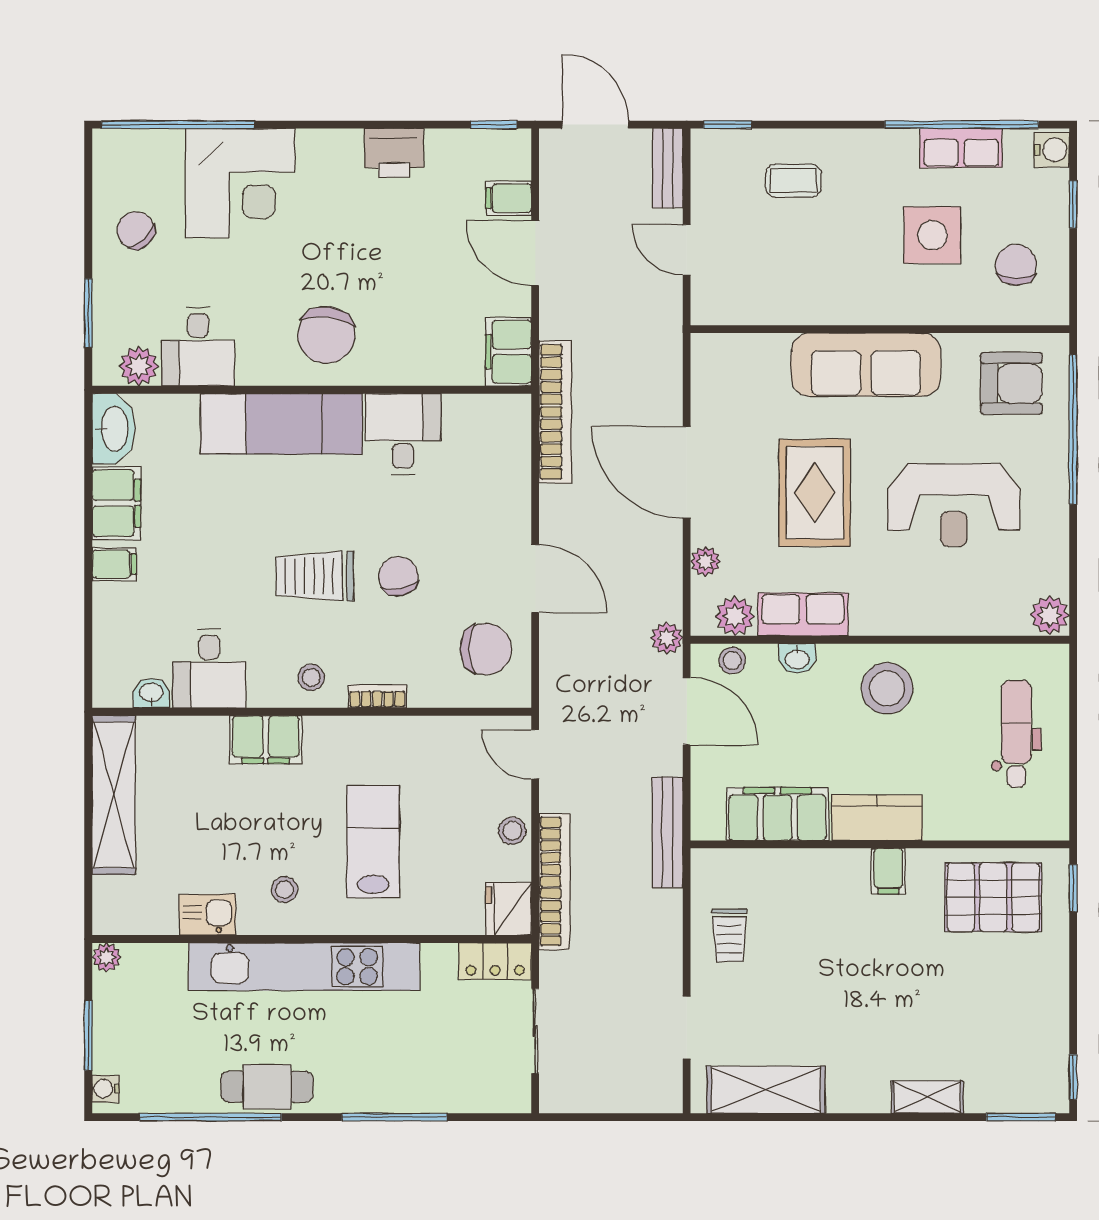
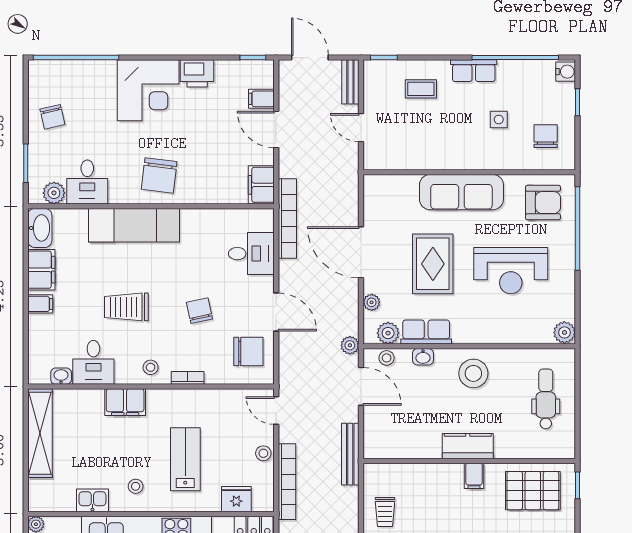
row of seats: (961, 148) -> (474, 71), moved
corner desk: (240, 183) -> (148, 90), moved
chair: (136, 230) -> (52, 117), turned -150
side table: (932, 235) -> (499, 119), width x0.54, depth x0.54
desk: (403, 434) -> (251, 254), moved, turned 90
trolley: (315, 576) -> (126, 307), moved
filing cabinet: (778, 814) -> (412, 444), removed
fridge: (509, 909) -> (236, 499), moved, turned 90

